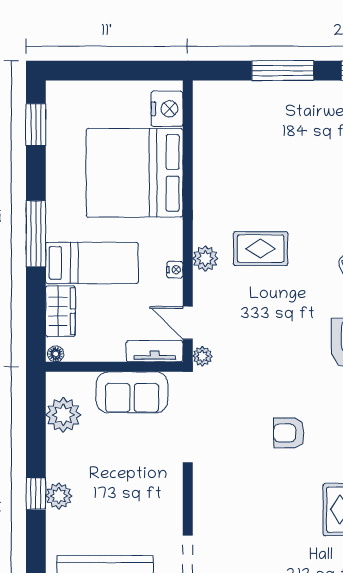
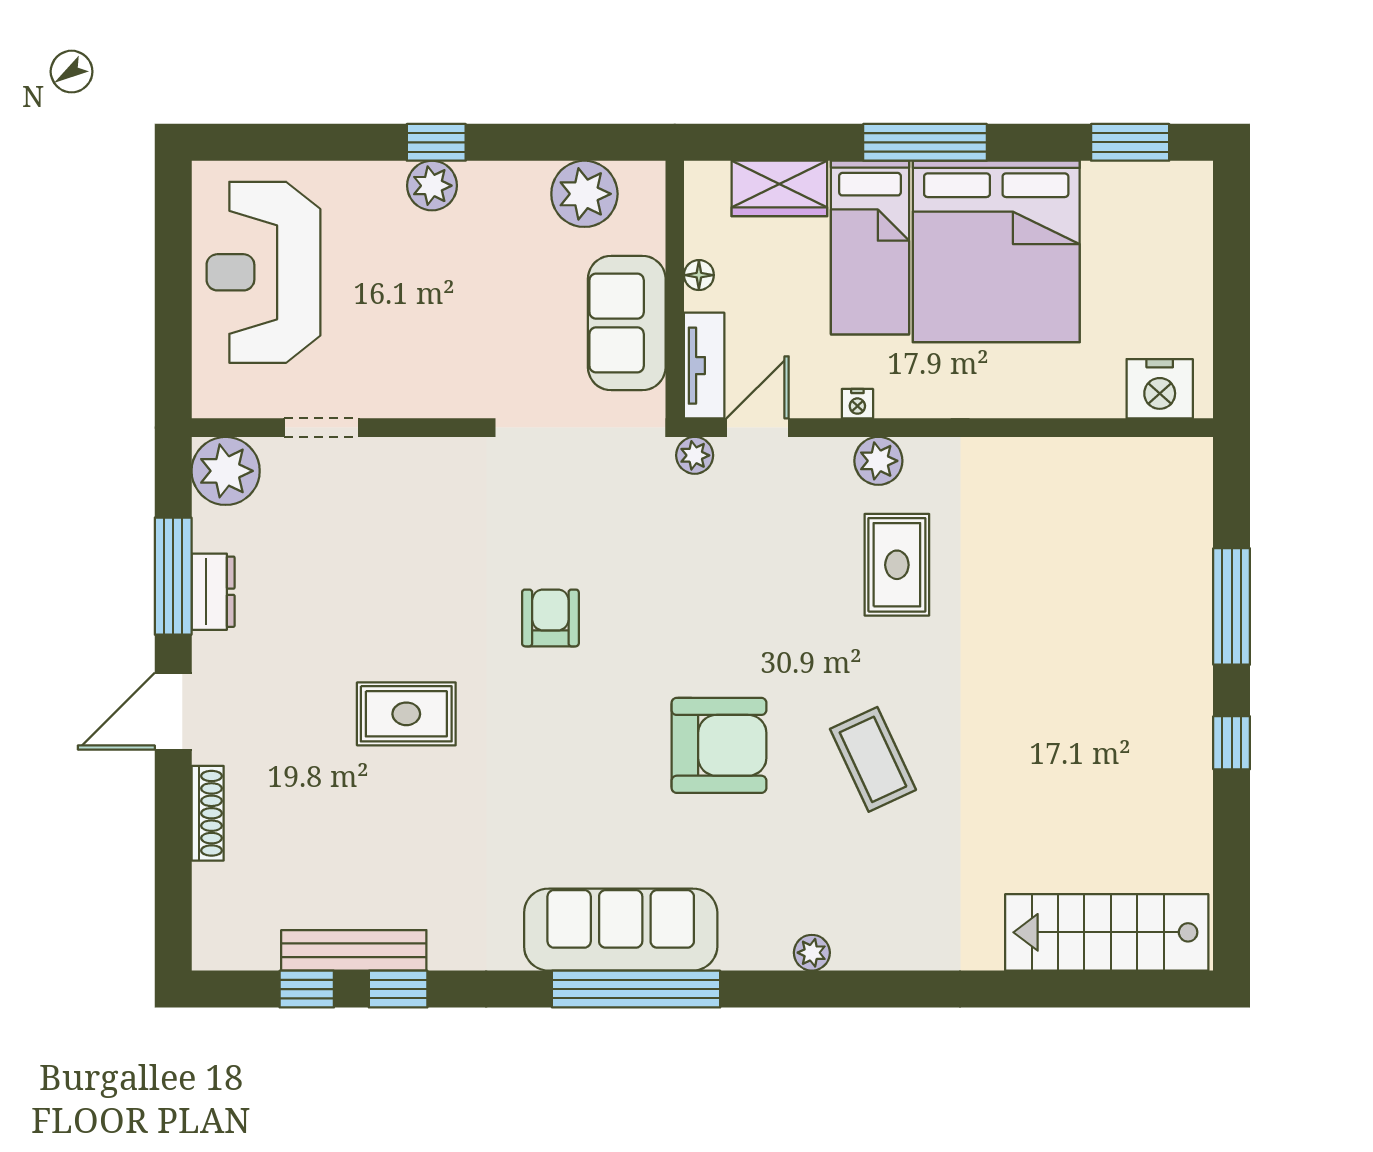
bed: (135, 173) -> (996, 251), moved, turned 180
floor lamp: (56, 354) -> (699, 275), moved

